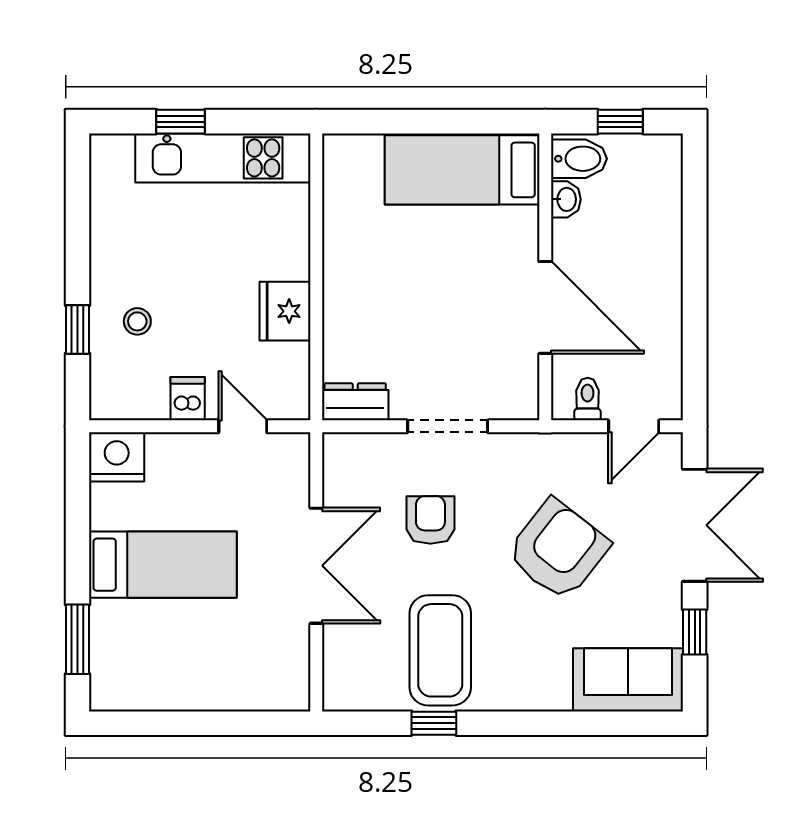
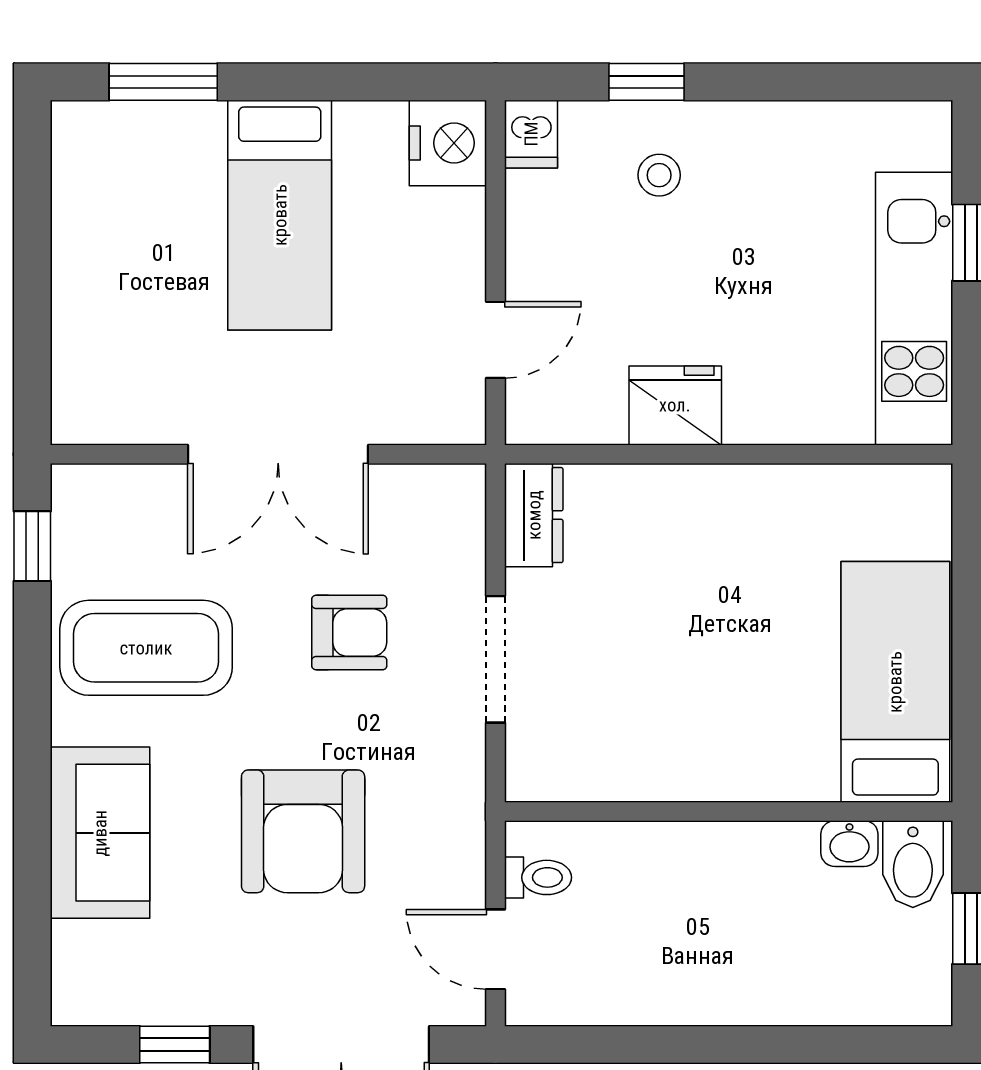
door: (545, 307) -> (681, 811), removed
dishwasher: (188, 399) -> (531, 134), moved, turned 90
armchair: (558, 550) -> (303, 831), turned 52
sofa: (628, 680) -> (100, 833), moved
window: (434, 723) -> (32, 546), moved

